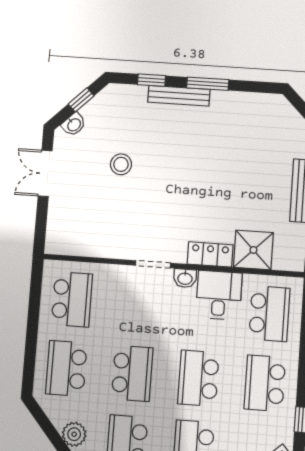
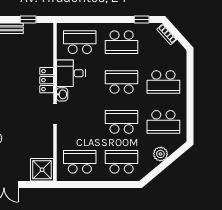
shower: (253, 250) -> (42, 170), moved
school desk: (66, 368) -> (122, 162), turned 180
school desk: (198, 378) -> (122, 82), turned 180

